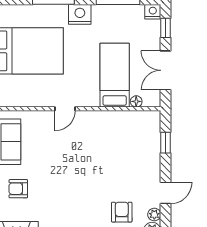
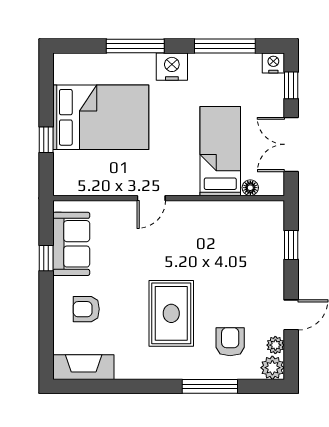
rug: (79, 192) -> (171, 313), added

